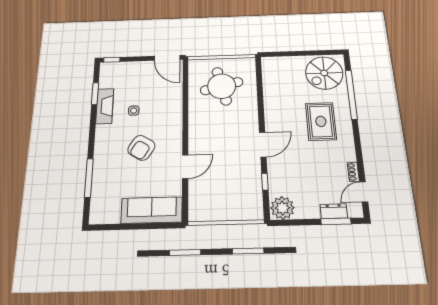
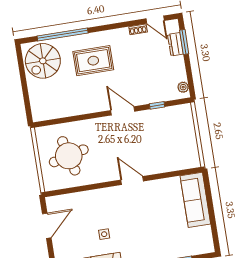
door: (167, 58) -> (47, 226), moved
spiral stairs: (324, 73) -> (43, 61), turned 90
armchair: (141, 148) -> (140, 220), removed
door: (185, 167) -> (132, 181), moved
plant: (282, 208) -> (183, 87), width x0.53, depth x0.53

